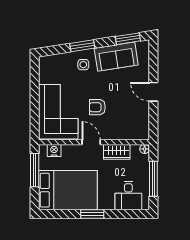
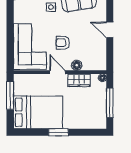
floor lamp: (114, 134) -> (77, 65), added
nightstand: (54, 150) -> (26, 79), removed
desk: (128, 196) -> (89, 117), removed

